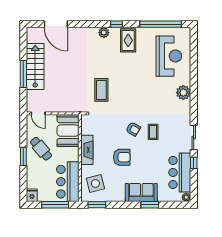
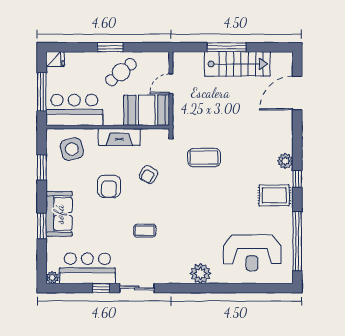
door: (38, 113) -> (171, 84), moved
armchair: (133, 129) -> (149, 175), moved
window: (97, 205) -> (42, 168), moved

